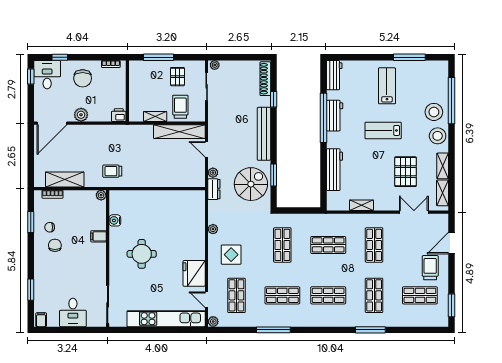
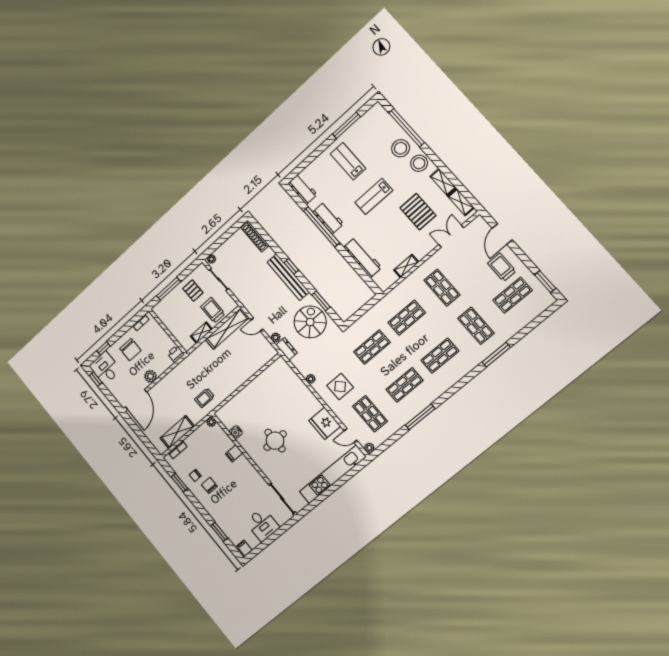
window: (274, 99) -> (291, 266), moved
shop shelf: (282, 245) -> (372, 347), turned 90

